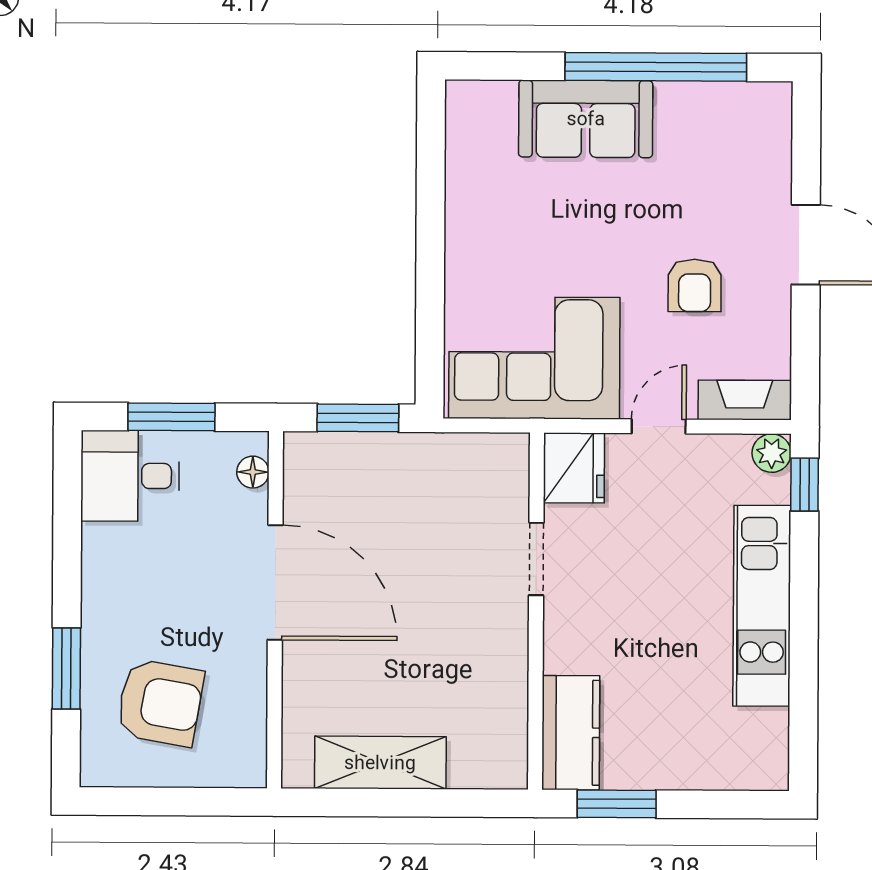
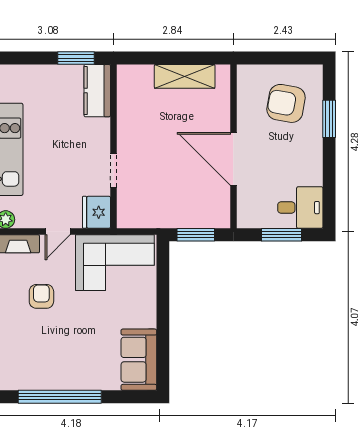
sofa: (586, 119) -> (139, 360), moved, turned -90
floor lamp: (253, 472) -> (244, 210), removed

